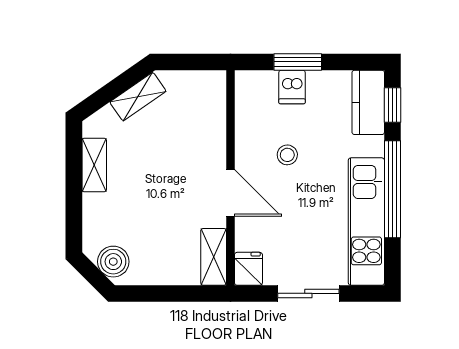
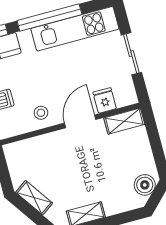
stool: (287, 155) -> (41, 113), moved
fridge: (248, 269) -> (105, 100), moved, turned 90

